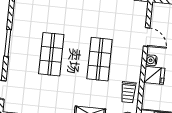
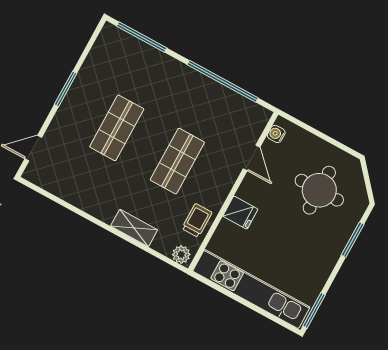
water cooler: (151, 60) -> (276, 134), moved
trolley: (128, 92) -> (197, 220), turned 180

